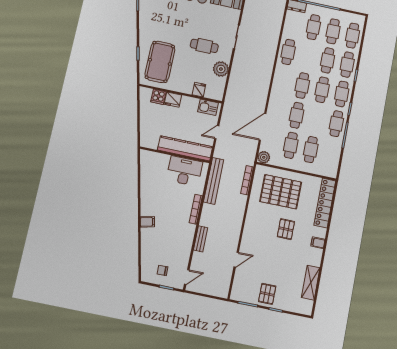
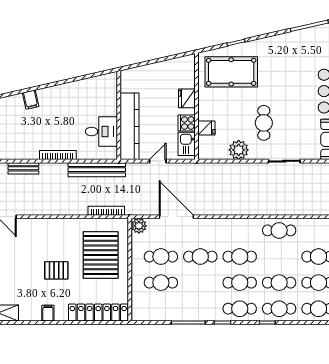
cooker: (158, 97) -> (187, 123), moved
cafe table: (336, 124) -> (200, 309), removed
door: (217, 132) -> (158, 161), hinge flipped
desk: (185, 171) -> (101, 131), width x0.73

